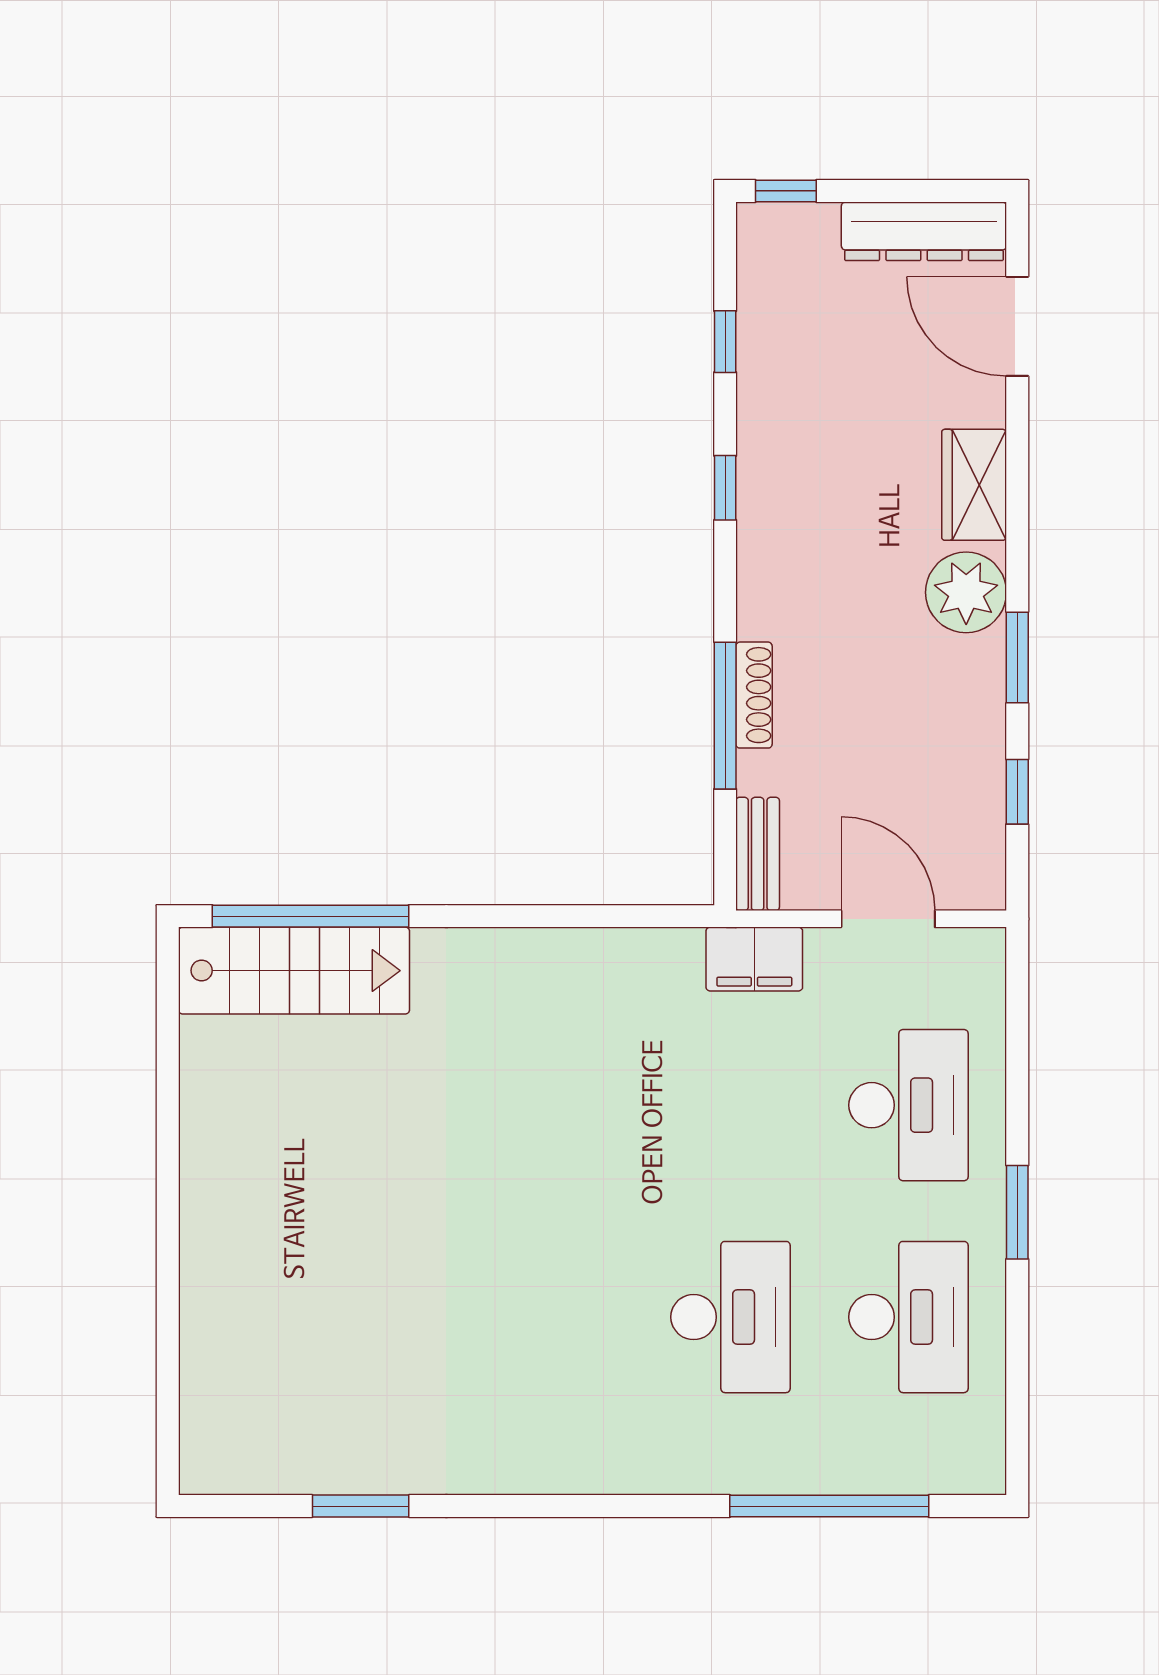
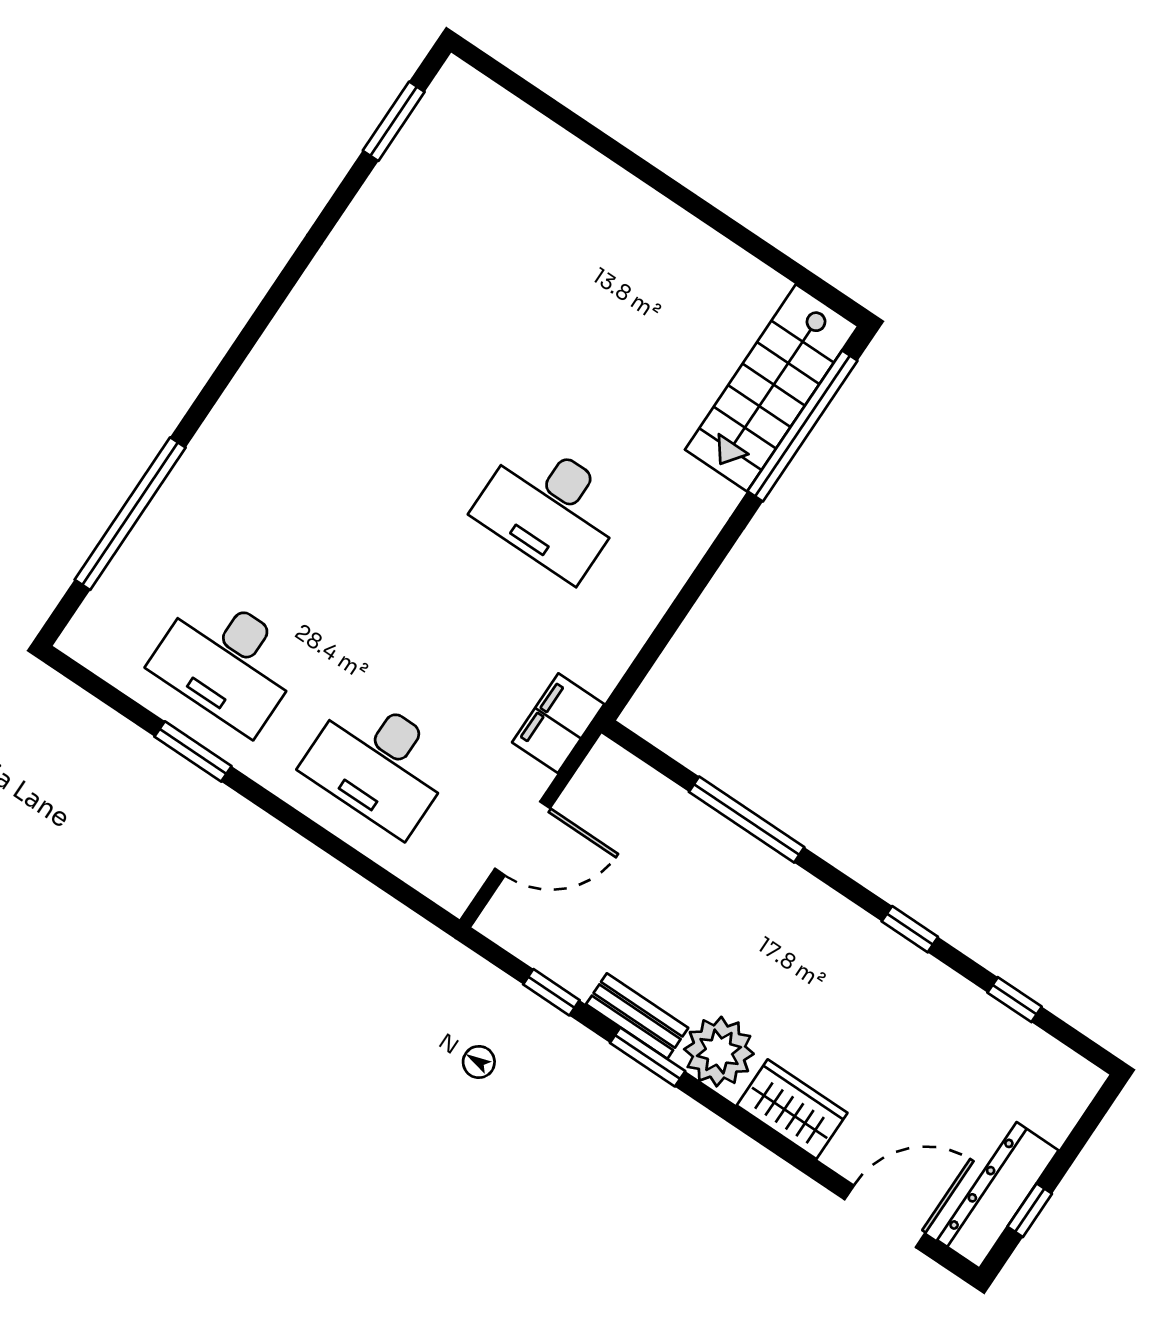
window: (786, 191) -> (1030, 1210), moved
shoe rack: (754, 695) -> (747, 850), removed
bench: (758, 854) -> (637, 1016), moved
window: (1017, 1212) -> (193, 751), moved
desk: (730, 1317) -> (551, 508), moved
window: (361, 1506) -> (394, 121), moved

